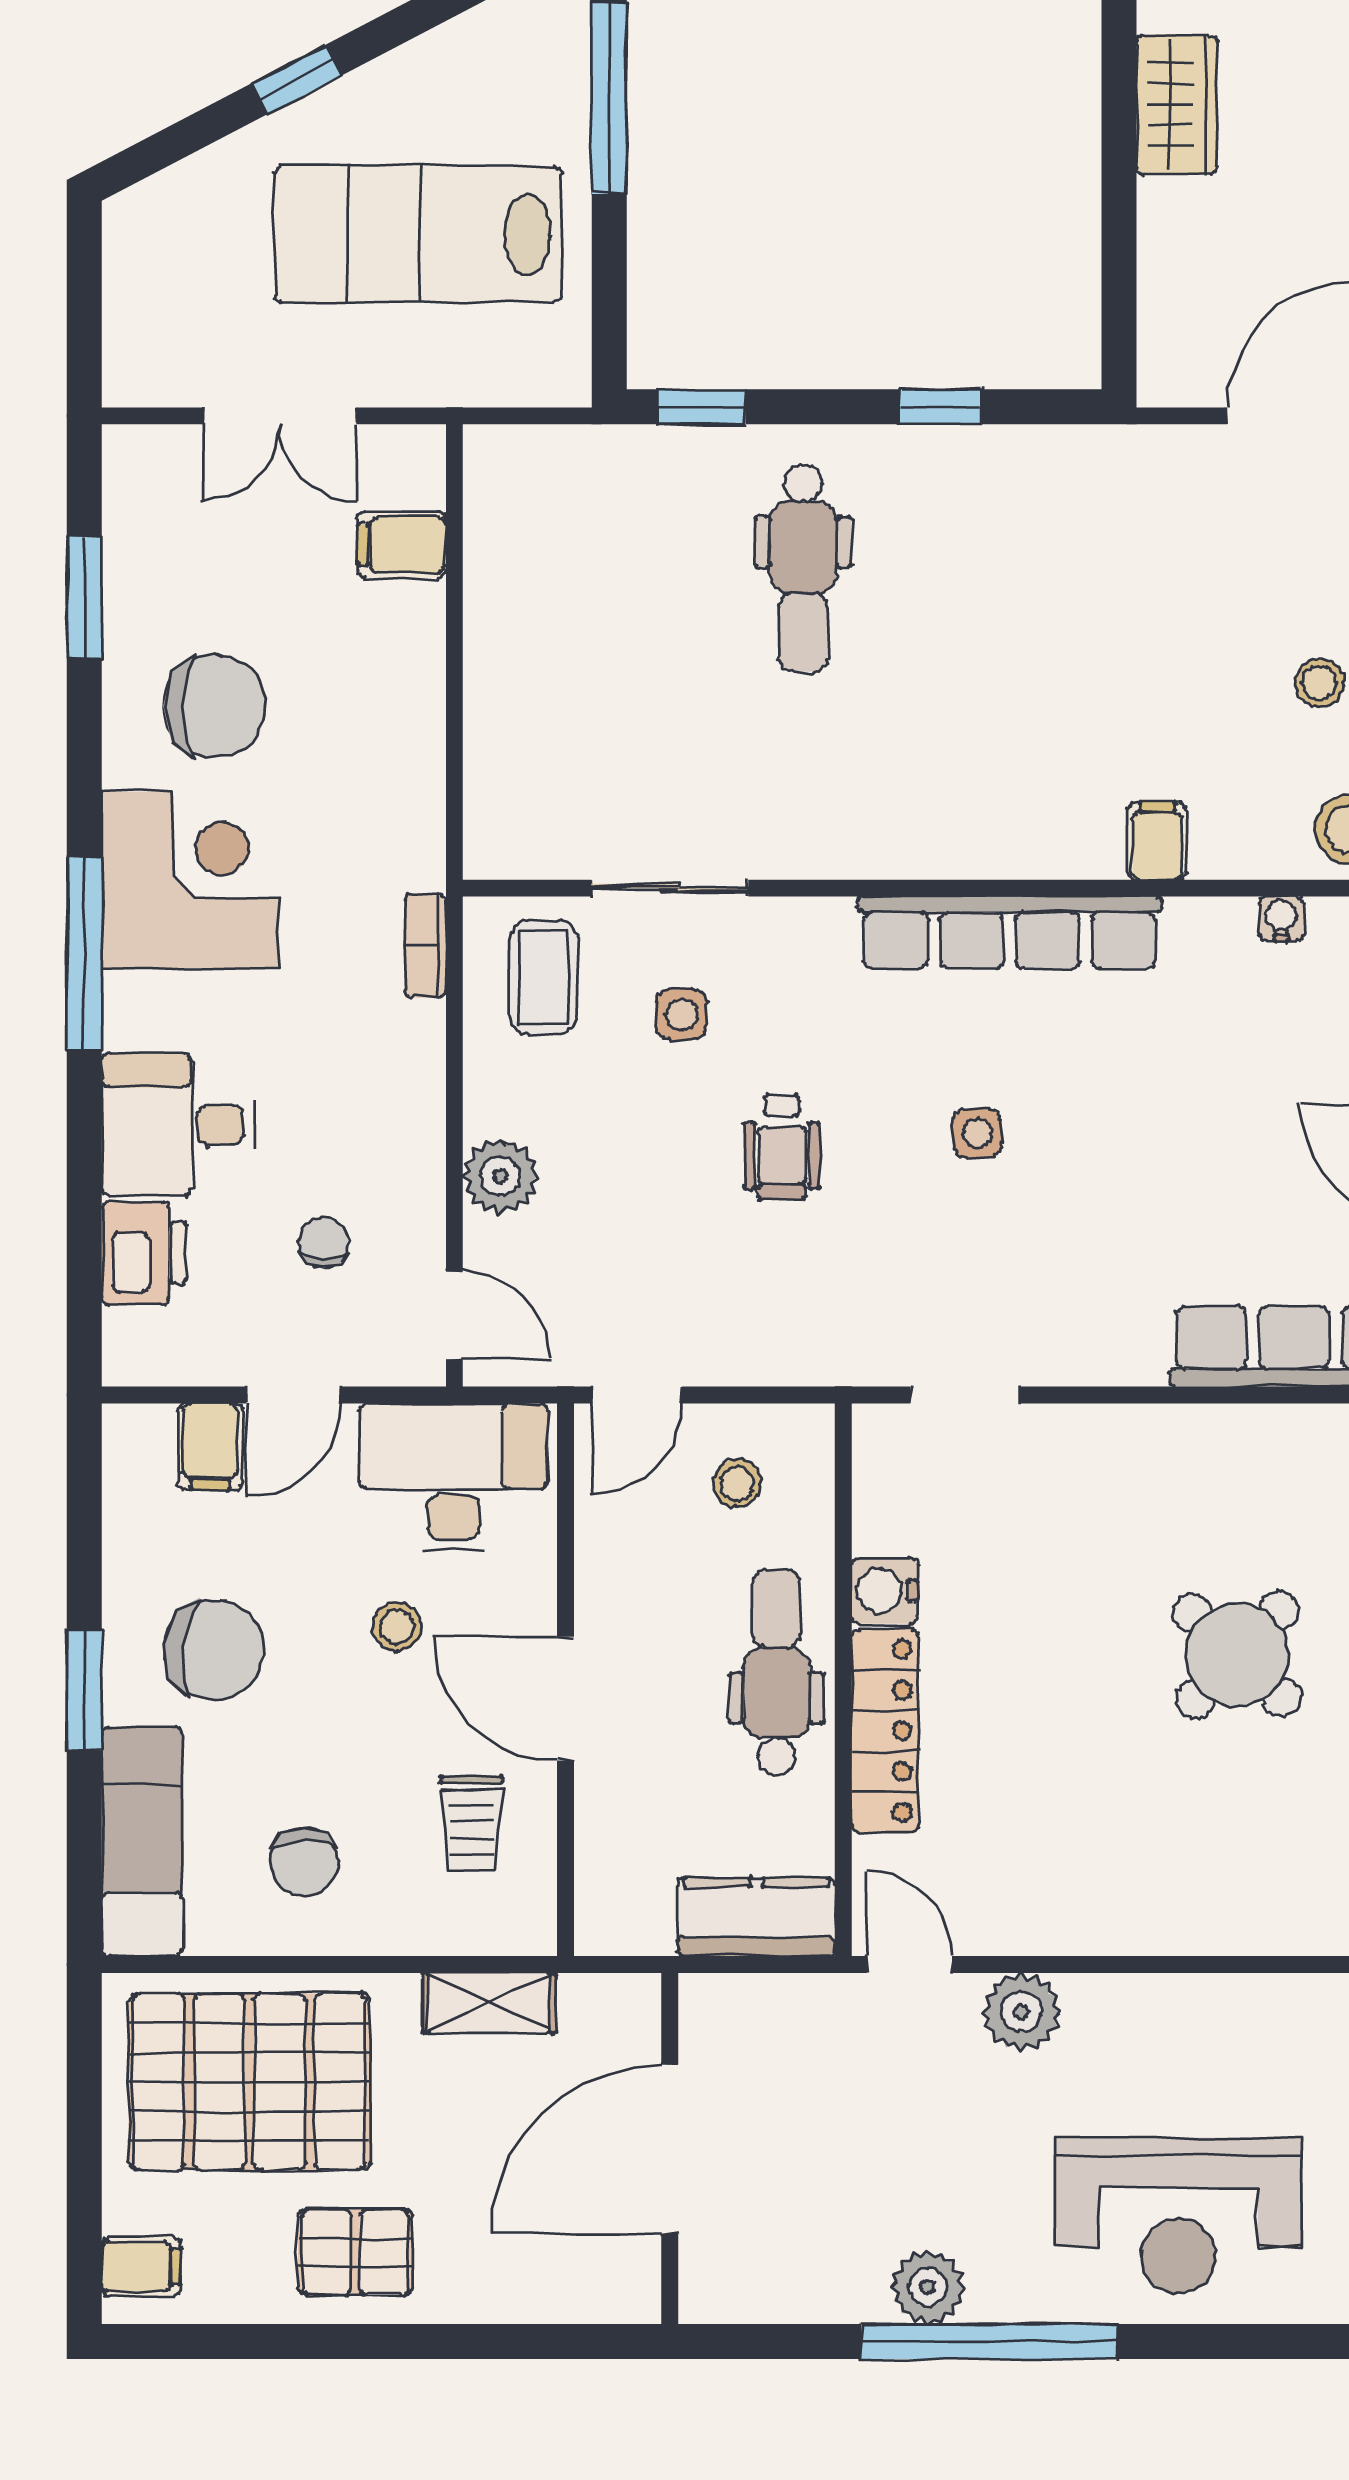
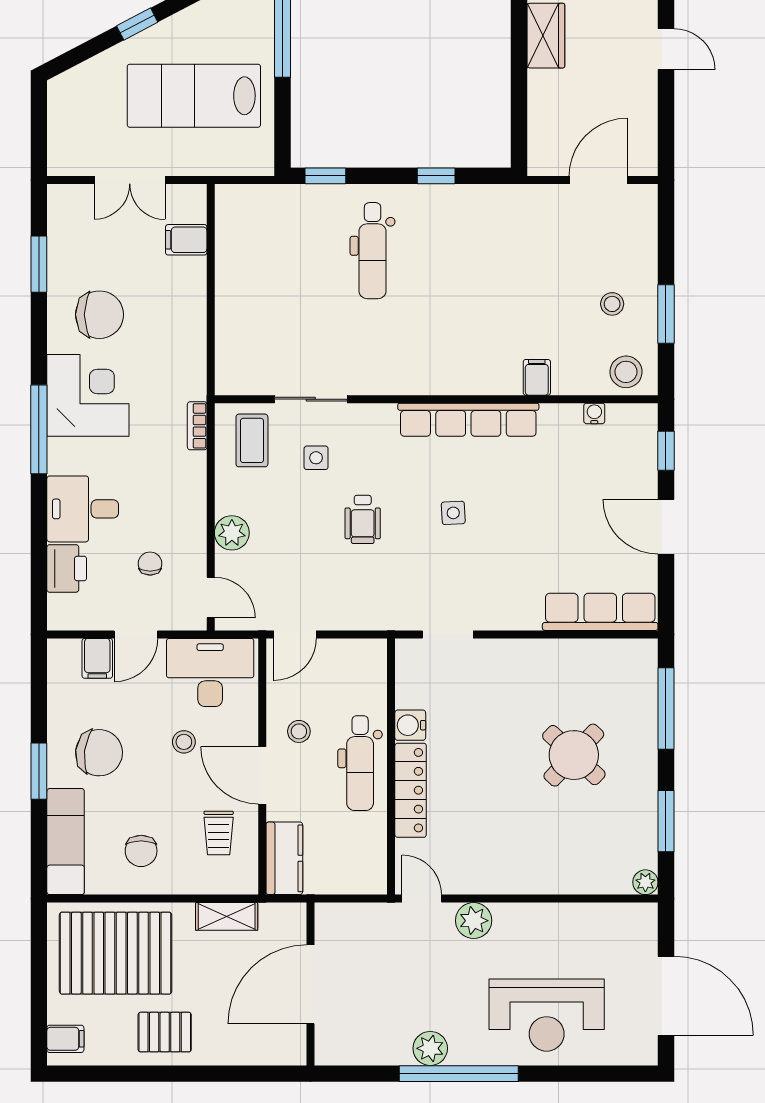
stool: (737, 1483) -> (299, 731), moved
dental chair: (776, 1672) -> (360, 763), turned 180
kitchen counter: (756, 1917) -> (284, 858), moved, turned 90

